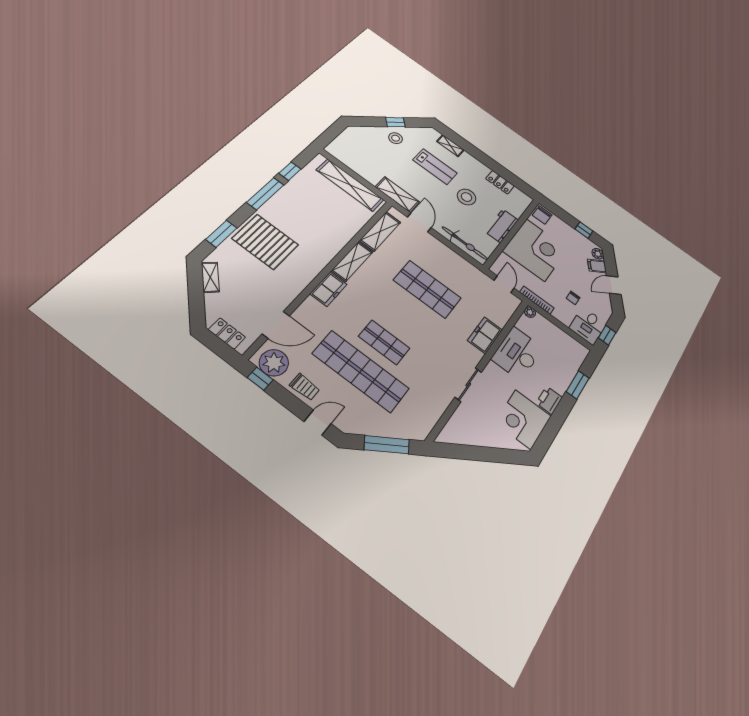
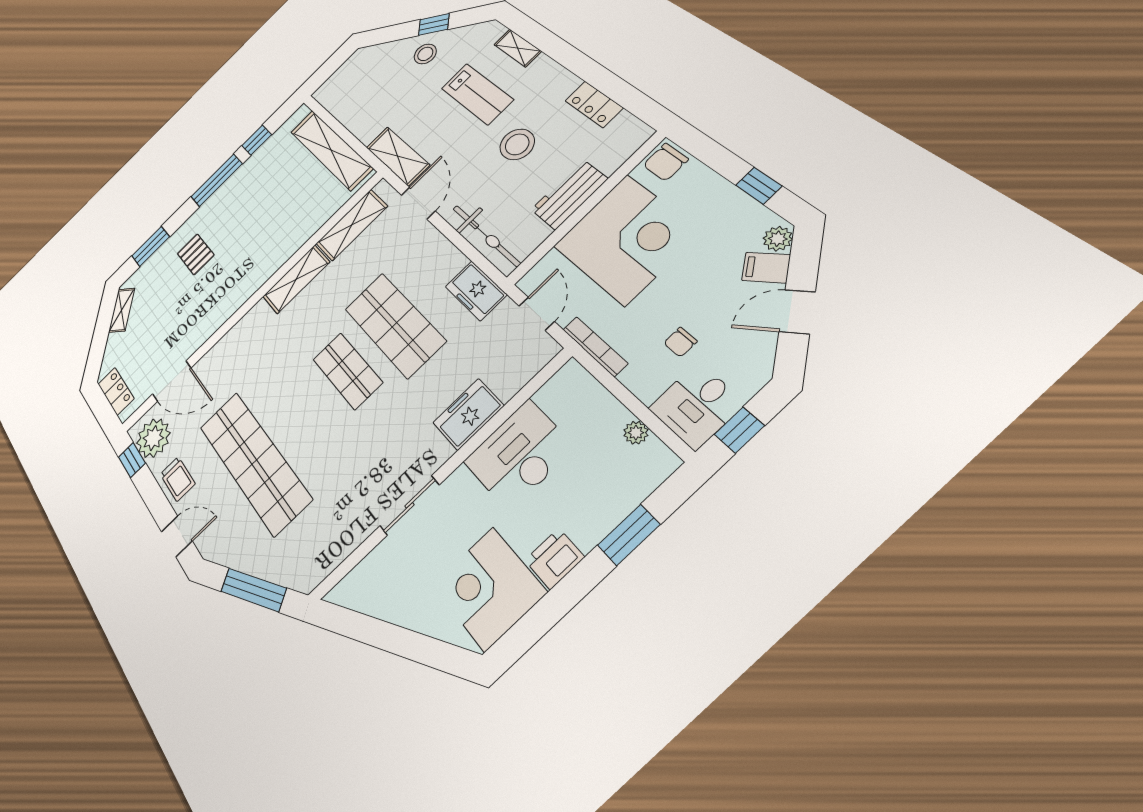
pallet: (265, 242) -> (196, 254), width x0.49, depth x0.50
freezer: (328, 289) -> (476, 291), moved, turned 90
plant: (530, 312) -> (636, 433), moved
shop shelf: (384, 342) -> (347, 371), moved

